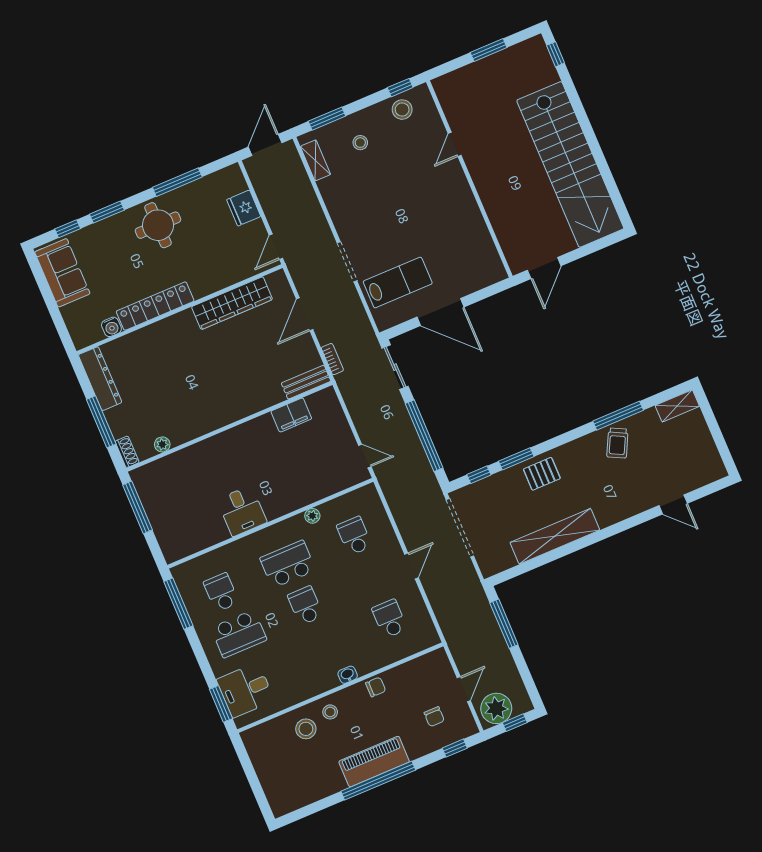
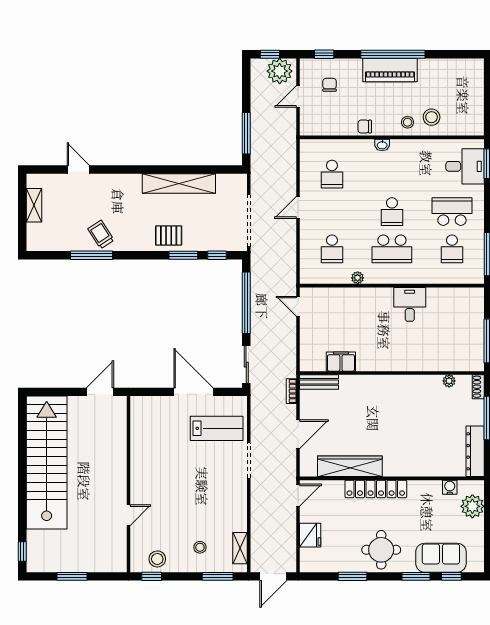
window: (177, 182) -> (352, 576), width x0.69
sofa: (62, 273) -> (441, 558), moved, turned 90
lab bench: (398, 282) -> (217, 428), turned 180
locker: (155, 306) -> (376, 489), moved
plant: (77, 316) -> (472, 506), added
shelving: (677, 406) -> (34, 205), moved, turned 90
trolley: (617, 443) -> (101, 234), turned -60

